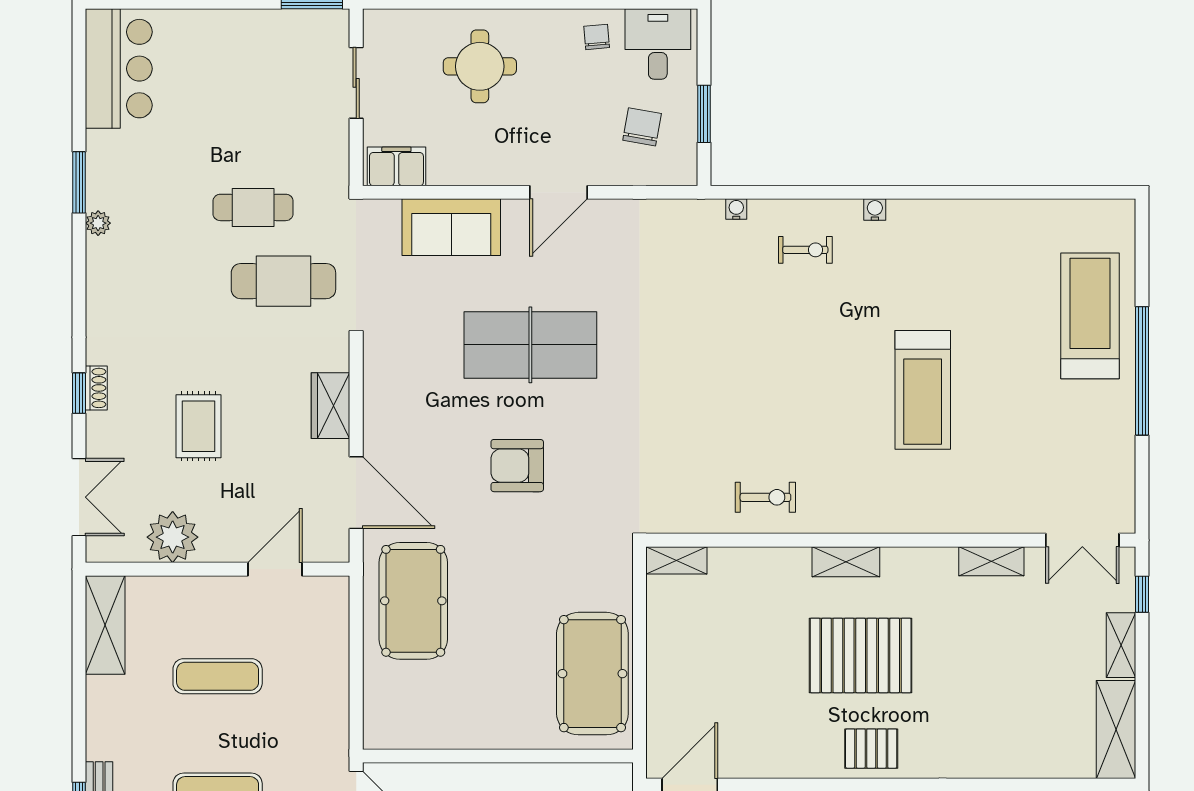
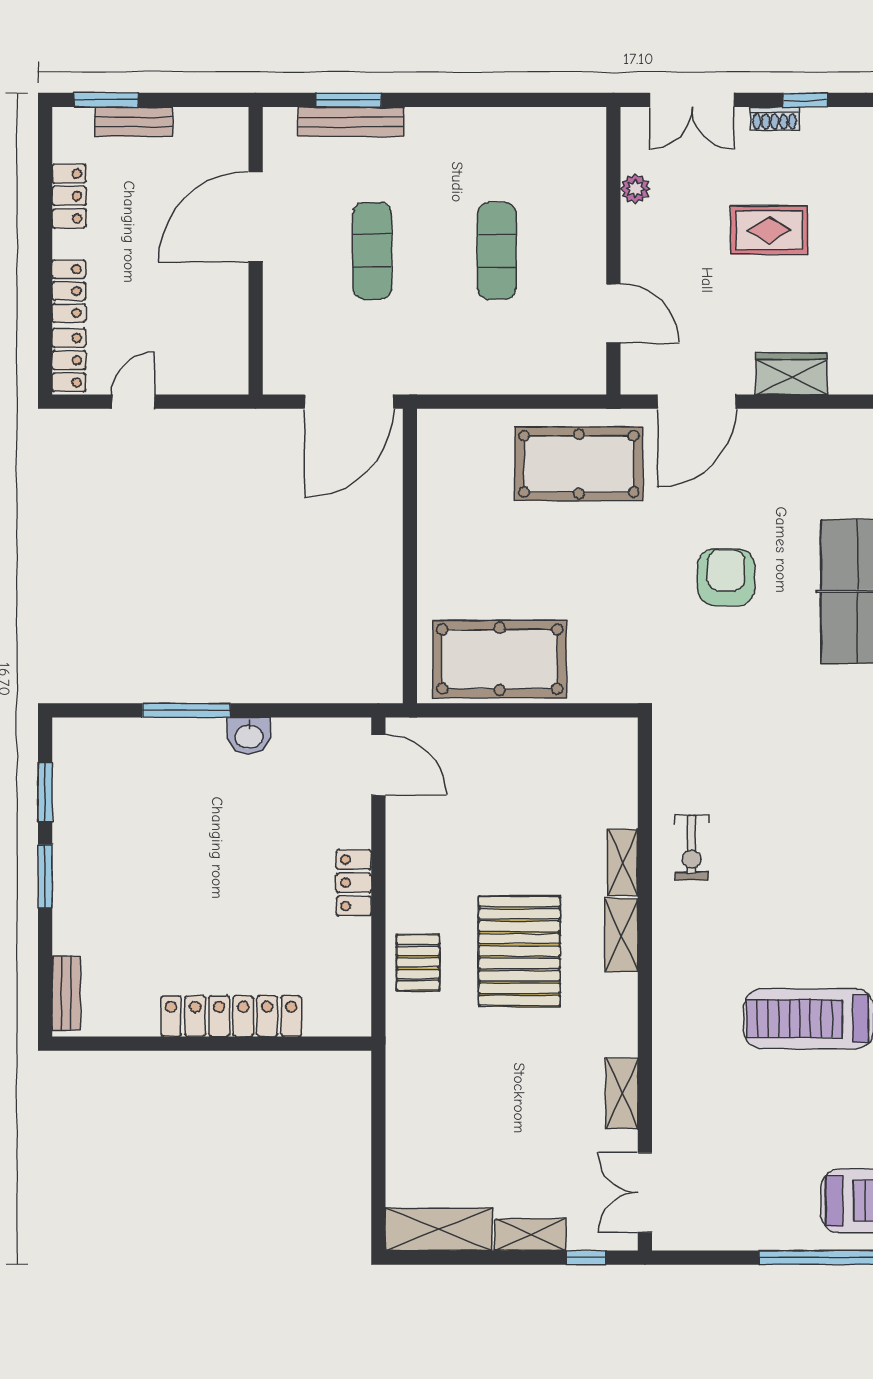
shoe rack: (96, 388) -> (775, 119), moved
plant: (173, 537) -> (635, 189), width x0.53, depth x0.53
shelving: (676, 560) -> (623, 862), moved
shelving: (105, 625) -> (553, 128), removed

